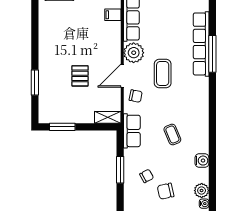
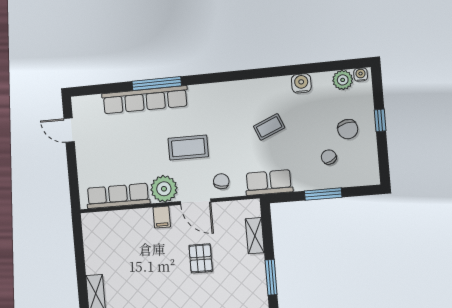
filing cabinet: (113, 15) -> (162, 217), moved
pallet: (80, 76) -> (201, 258), turned 90
shelving: (108, 117) -> (255, 236), moved

